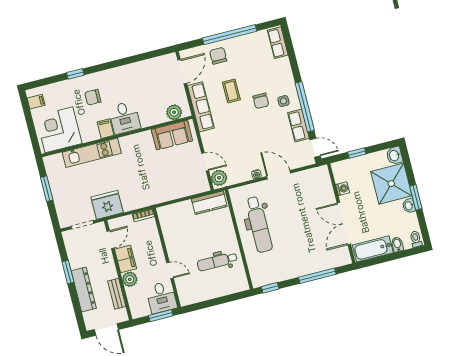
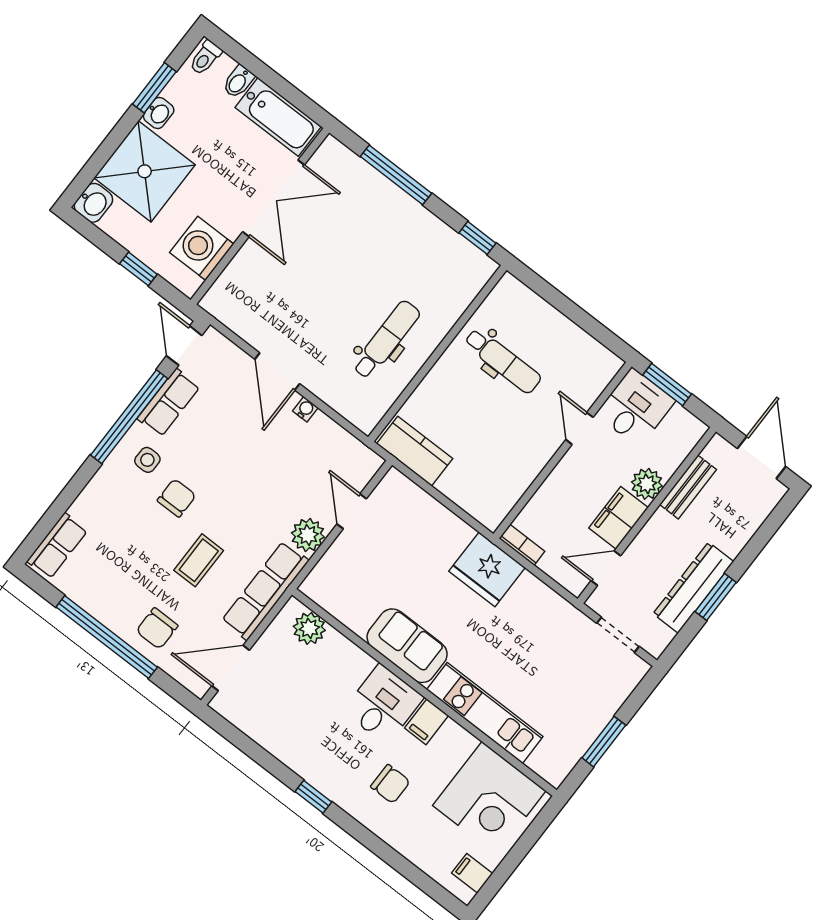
window: (75, 74) -> (313, 797), moved
sofa: (172, 135) -> (407, 646), moved
plant: (219, 178) -> (308, 535), moved
washing machine: (343, 189) -> (202, 248), width x1.89, depth x1.89
window: (416, 197) -> (154, 88), moved
fridge: (107, 205) -> (487, 569), moved
dental chair: (259, 224) -> (386, 340), width x0.73, depth x0.72
dresser: (84, 290) -> (693, 588), moved

